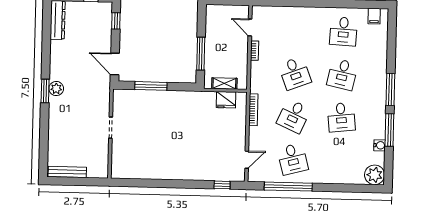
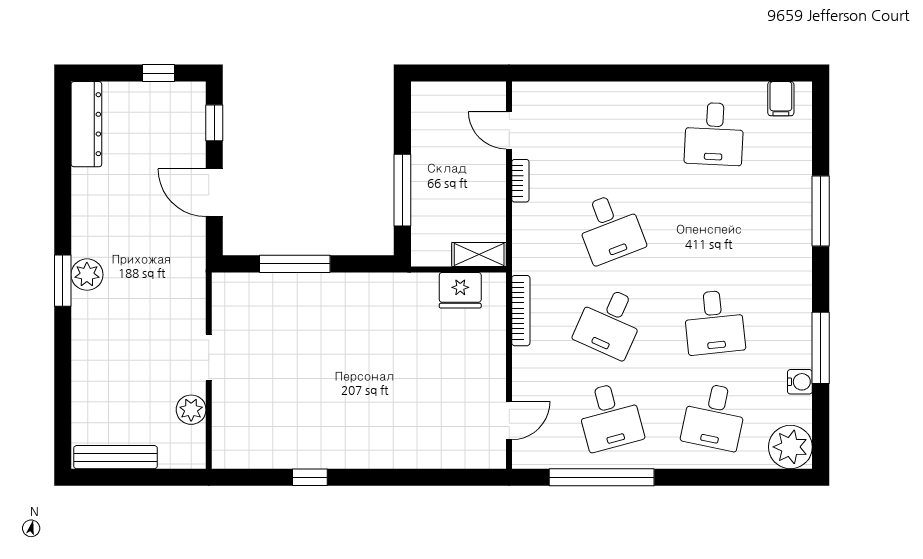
door: (115, 64) -> (214, 193), moved
desk: (342, 74) -> (714, 416), moved
shelving: (224, 83) -> (479, 254), moved
window: (390, 89) -> (821, 211), moved
plant: (102, 151) -> (191, 410), added
window: (222, 185) -> (310, 477), moved

